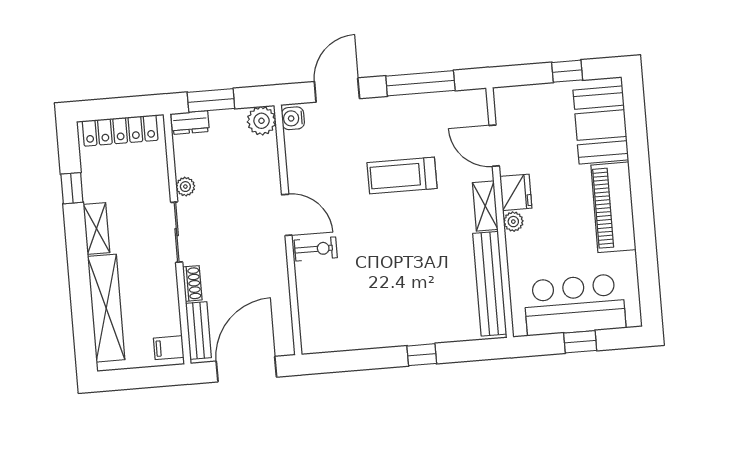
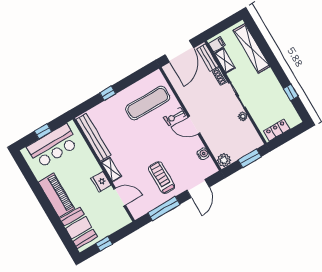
water cooler: (293, 118) -> (203, 154), moved
dresser: (190, 123) -> (254, 145), removed
locker: (120, 131) -> (277, 130), width x0.66
treadmill: (402, 176) -> (162, 178), moved, turned -90
plant: (513, 222) -> (96, 169), removed
shelving: (96, 228) -> (225, 61), moved
exercise mat: (354, 300) -> (148, 103), added

